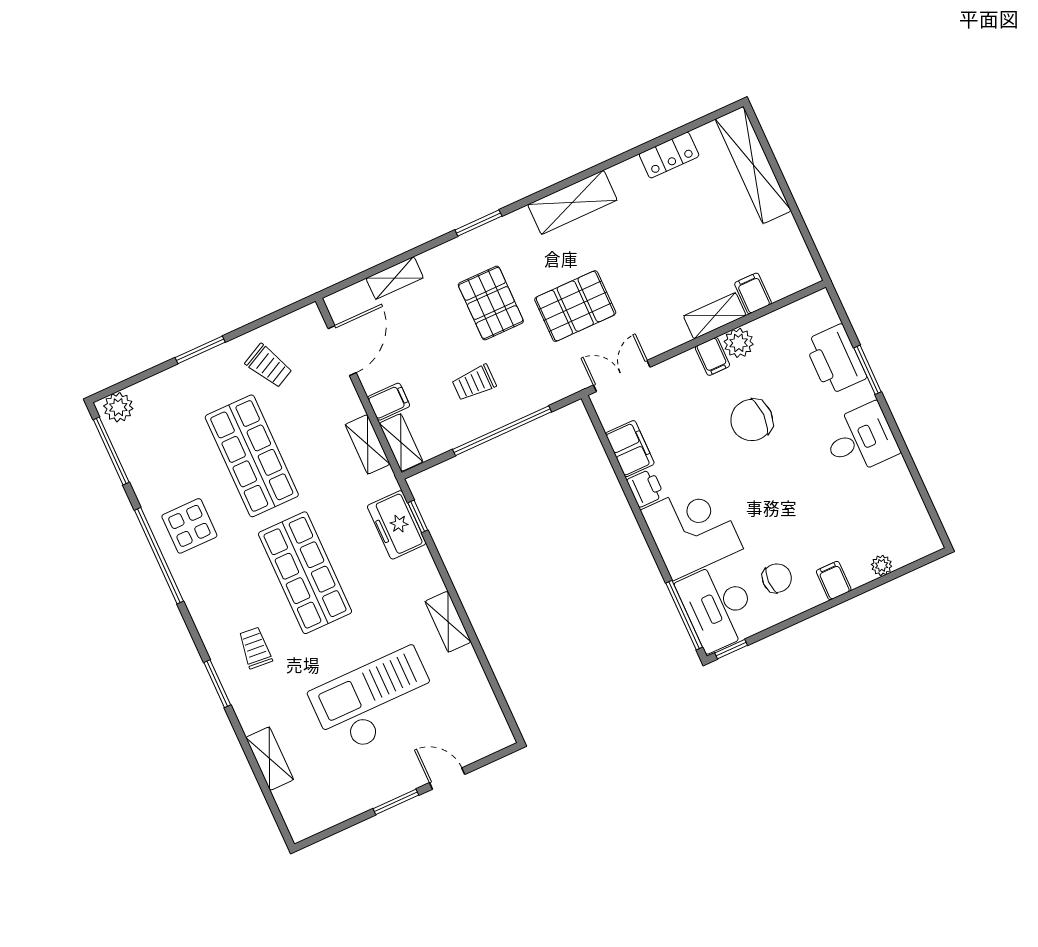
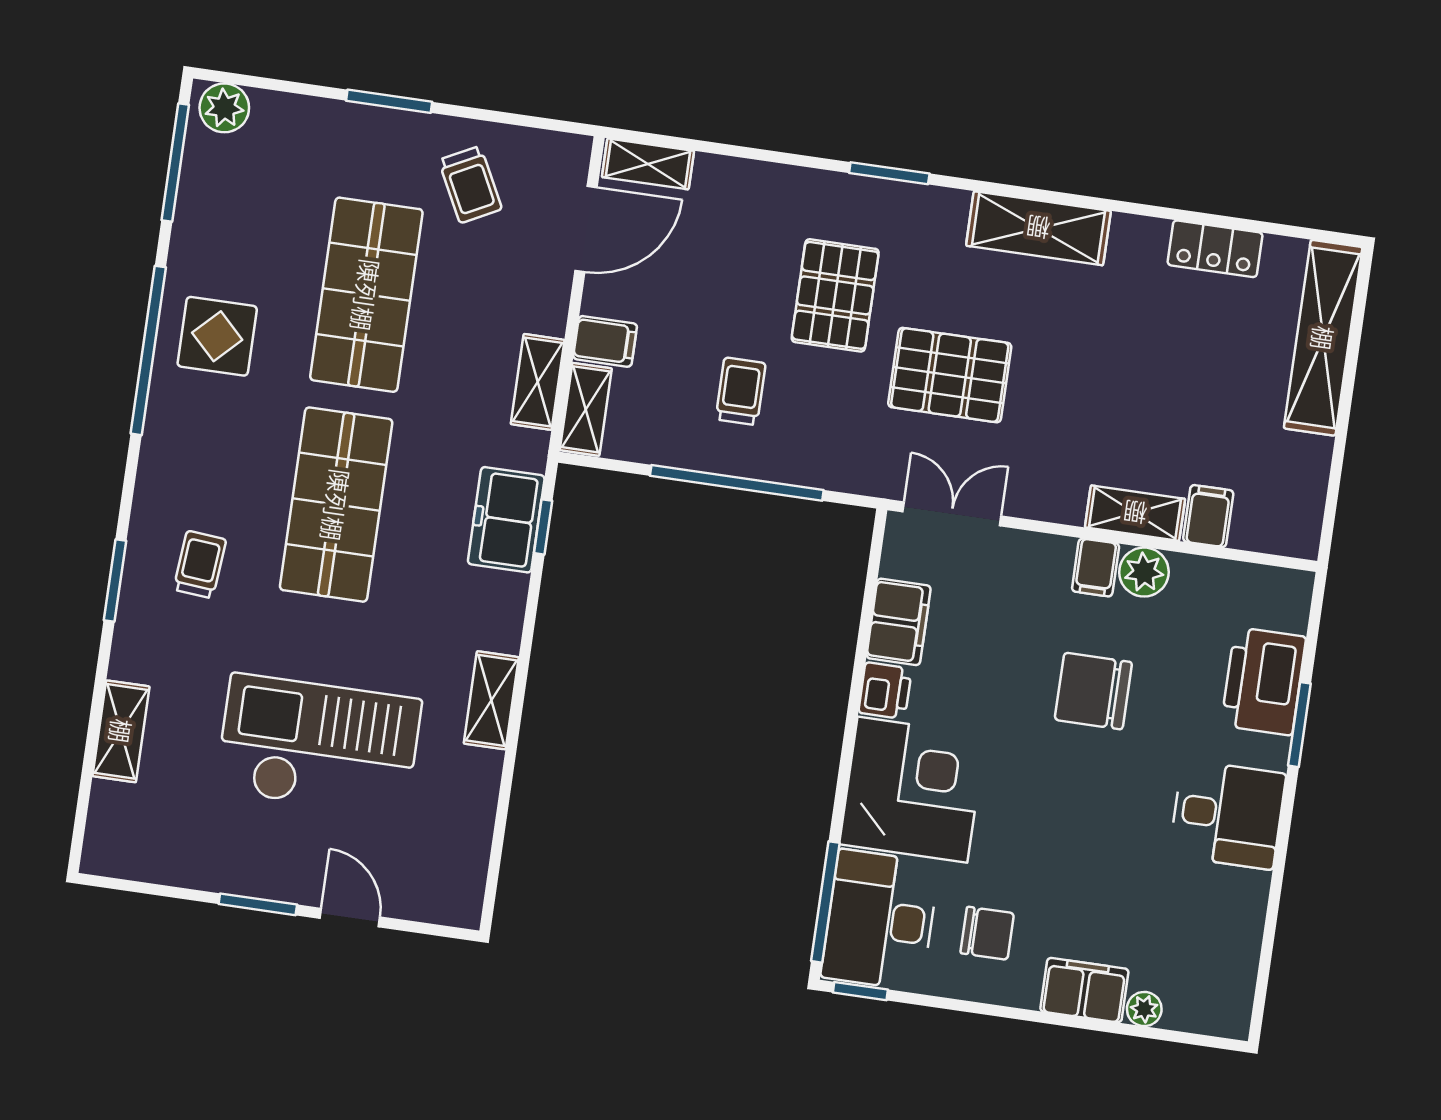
shelving: (395, 278) -> (648, 164), moved
trolley: (474, 383) -> (741, 391), turned 90
filing cabinet: (834, 581) -> (1084, 990), width x2.00

